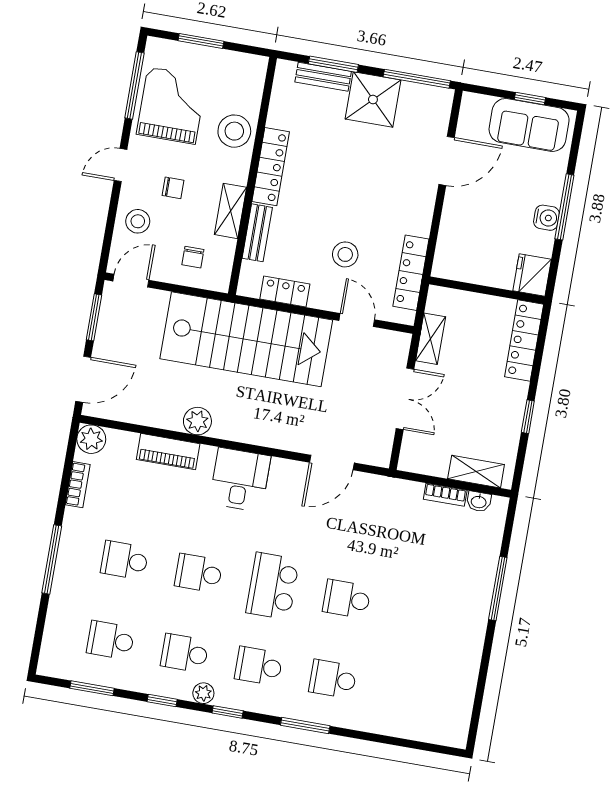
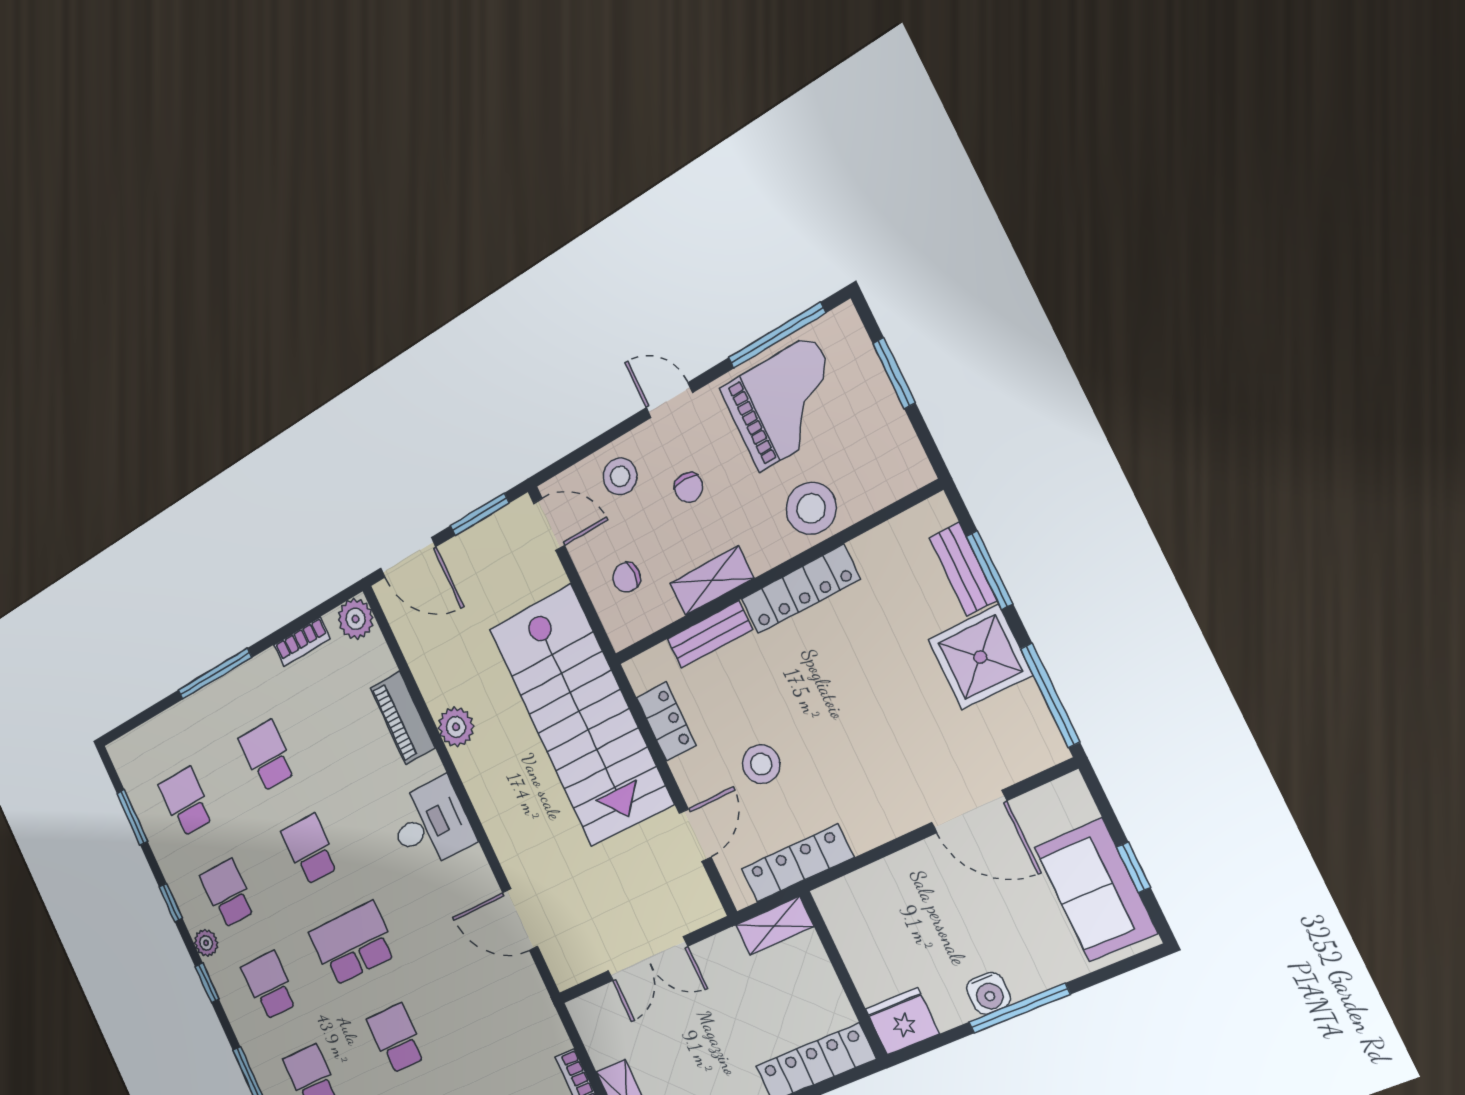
shelving: (431, 339) -> (775, 926), moved

